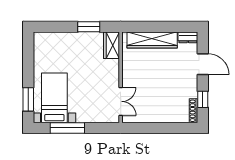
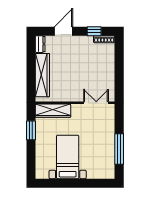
wardrobe: (111, 45) -> (53, 111), width x1.50
bed with nightstands: (54, 98) -> (68, 157), moved, turned 90
window: (28, 99) -> (94, 183), removed

